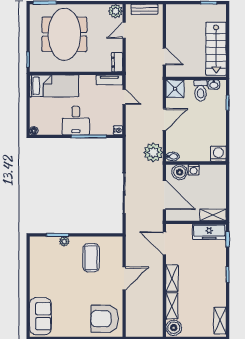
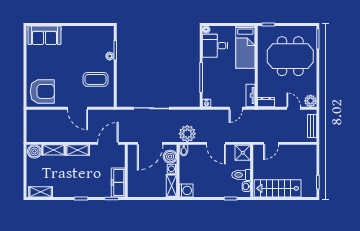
desk: (76, 121) -> (215, 46), moved
shelving: (213, 215) -> (172, 186), moved
armchair: (105, 319) -> (42, 91), turned 90

